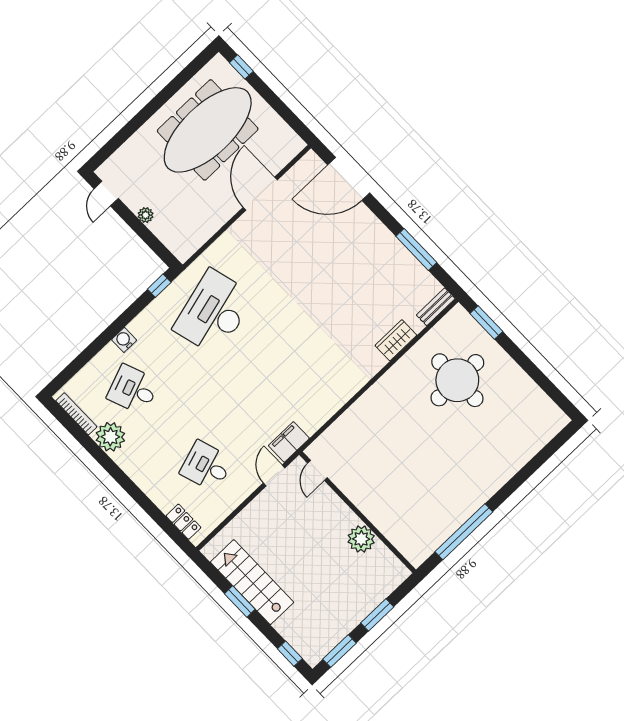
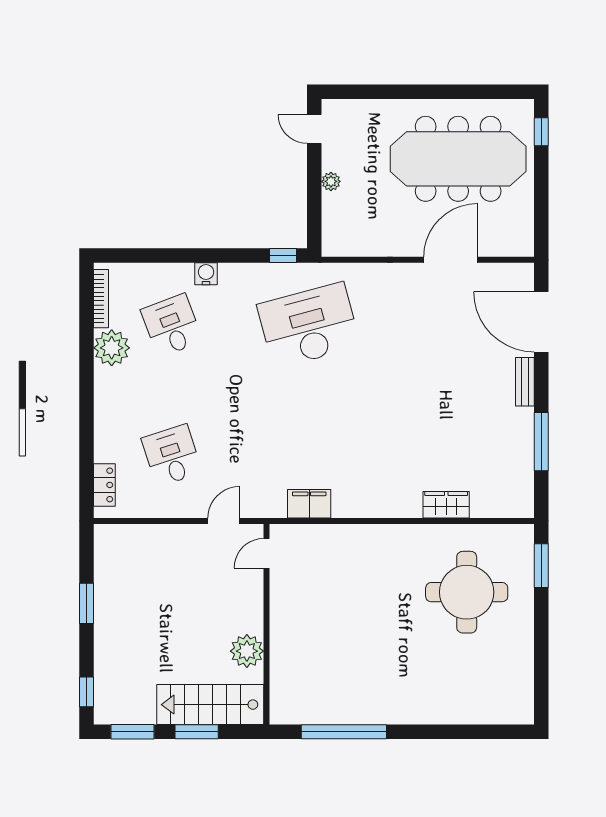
door: (106, 194) -> (314, 129), hinge flipped
bench: (436, 307) -> (525, 382), moved, turned 90
filing cabinet: (289, 442) -> (309, 504), moved
stairs: (252, 582) -> (210, 705), moved, turned -90

